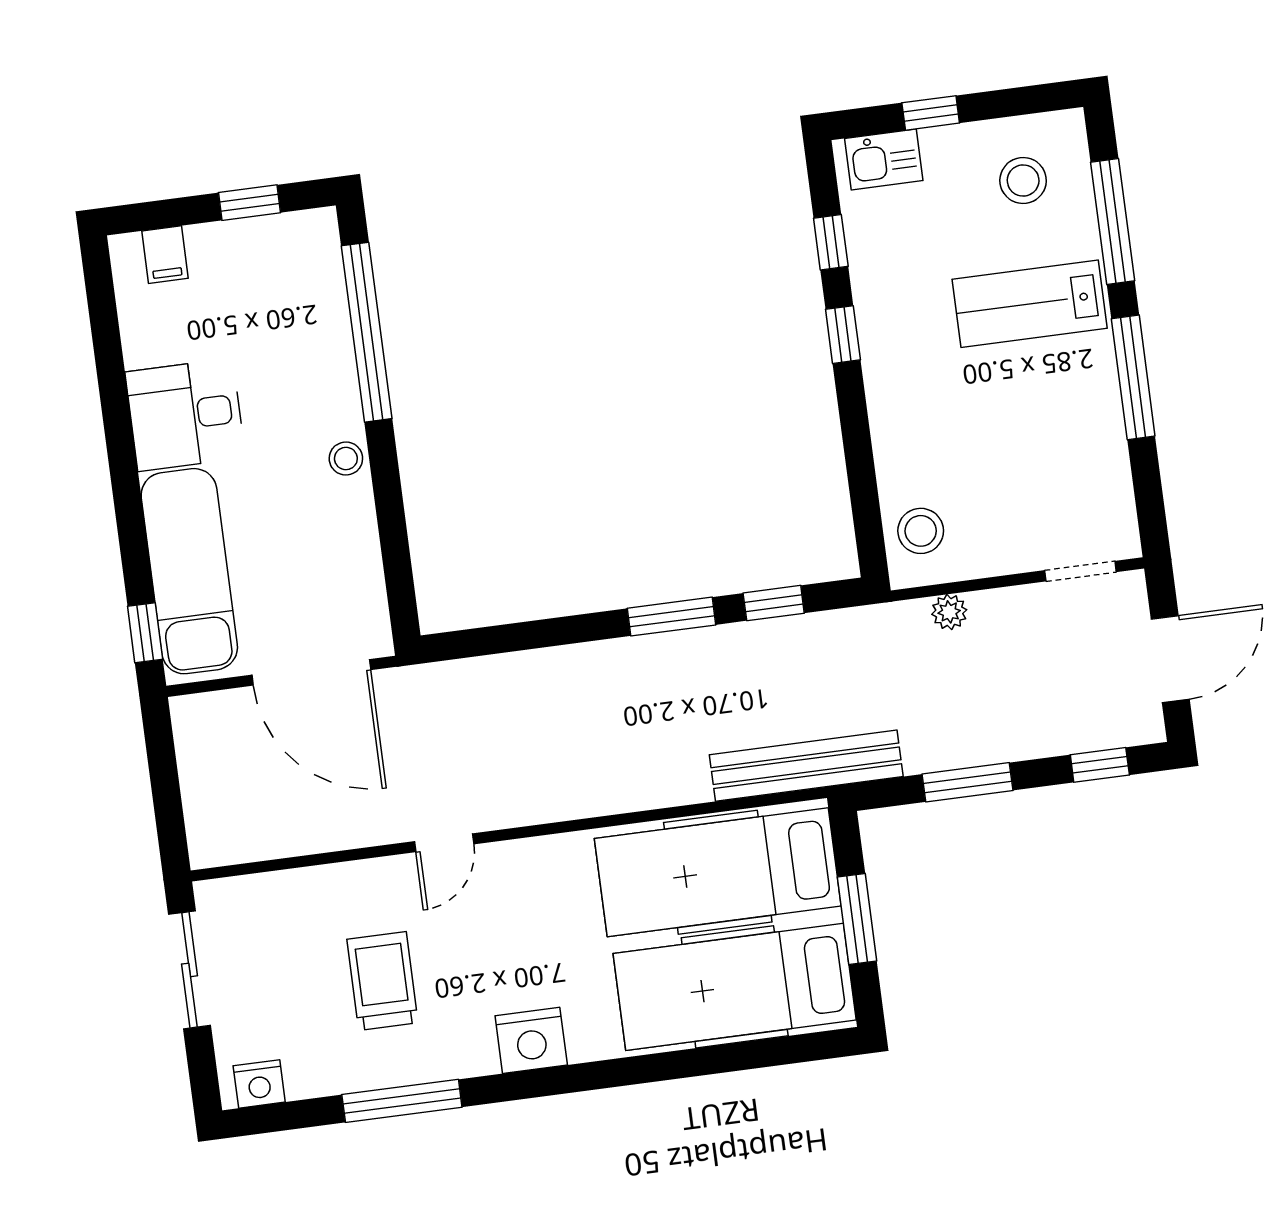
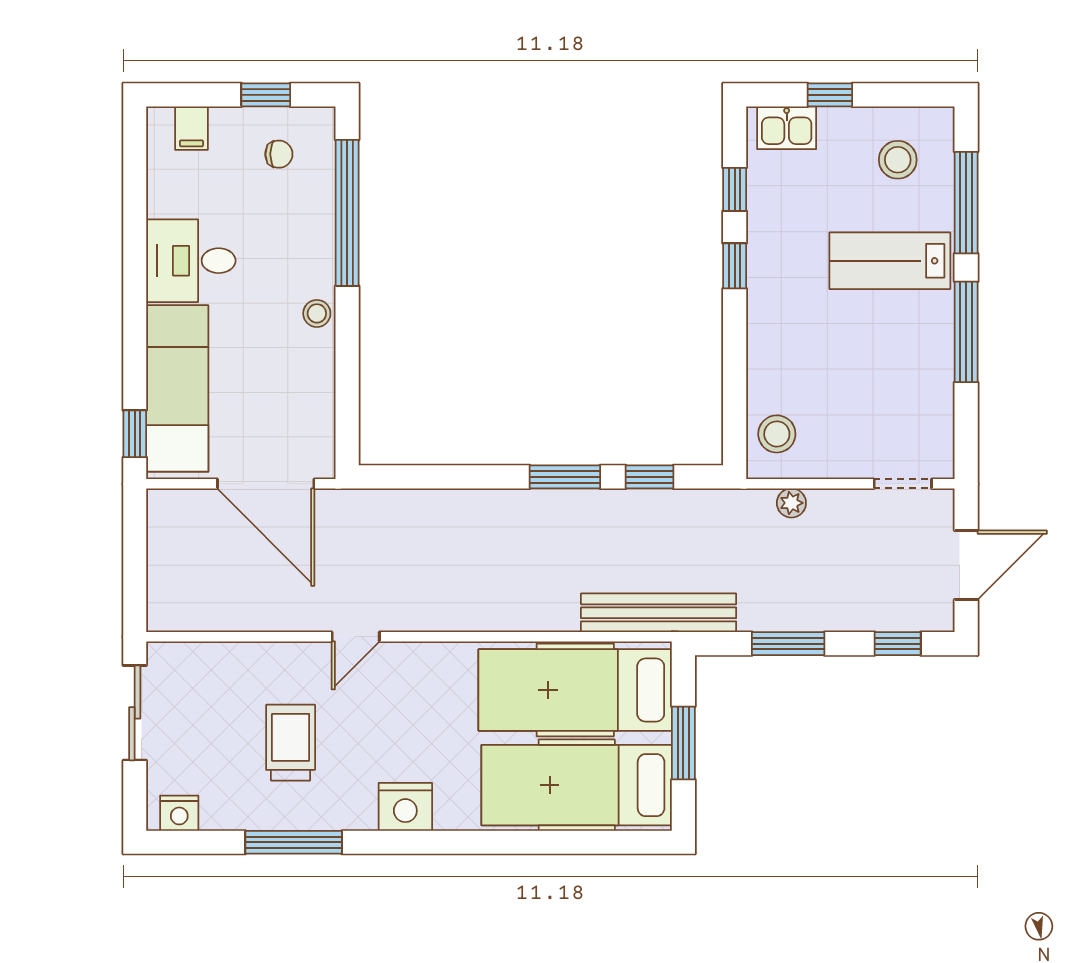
chair: (275, 272) -> (279, 154), added

